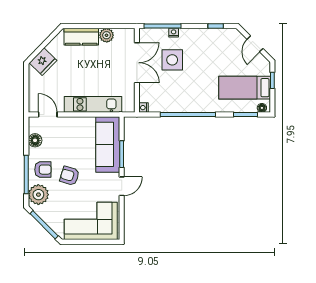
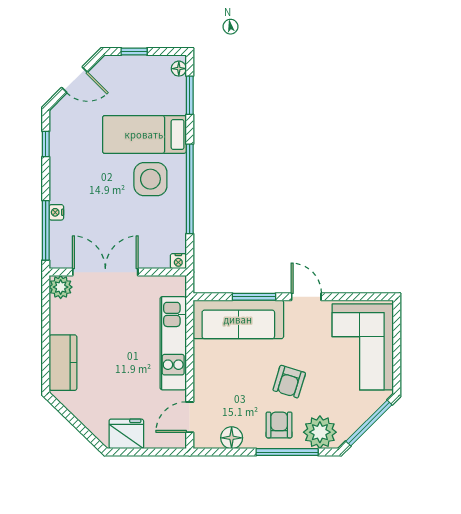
plant: (107, 35) -> (61, 287), moved
side table: (172, 60) -> (150, 179), moved
fridge: (43, 62) -> (126, 434), moved, turned -44
bed: (245, 88) -> (144, 134), moved, turned 90

